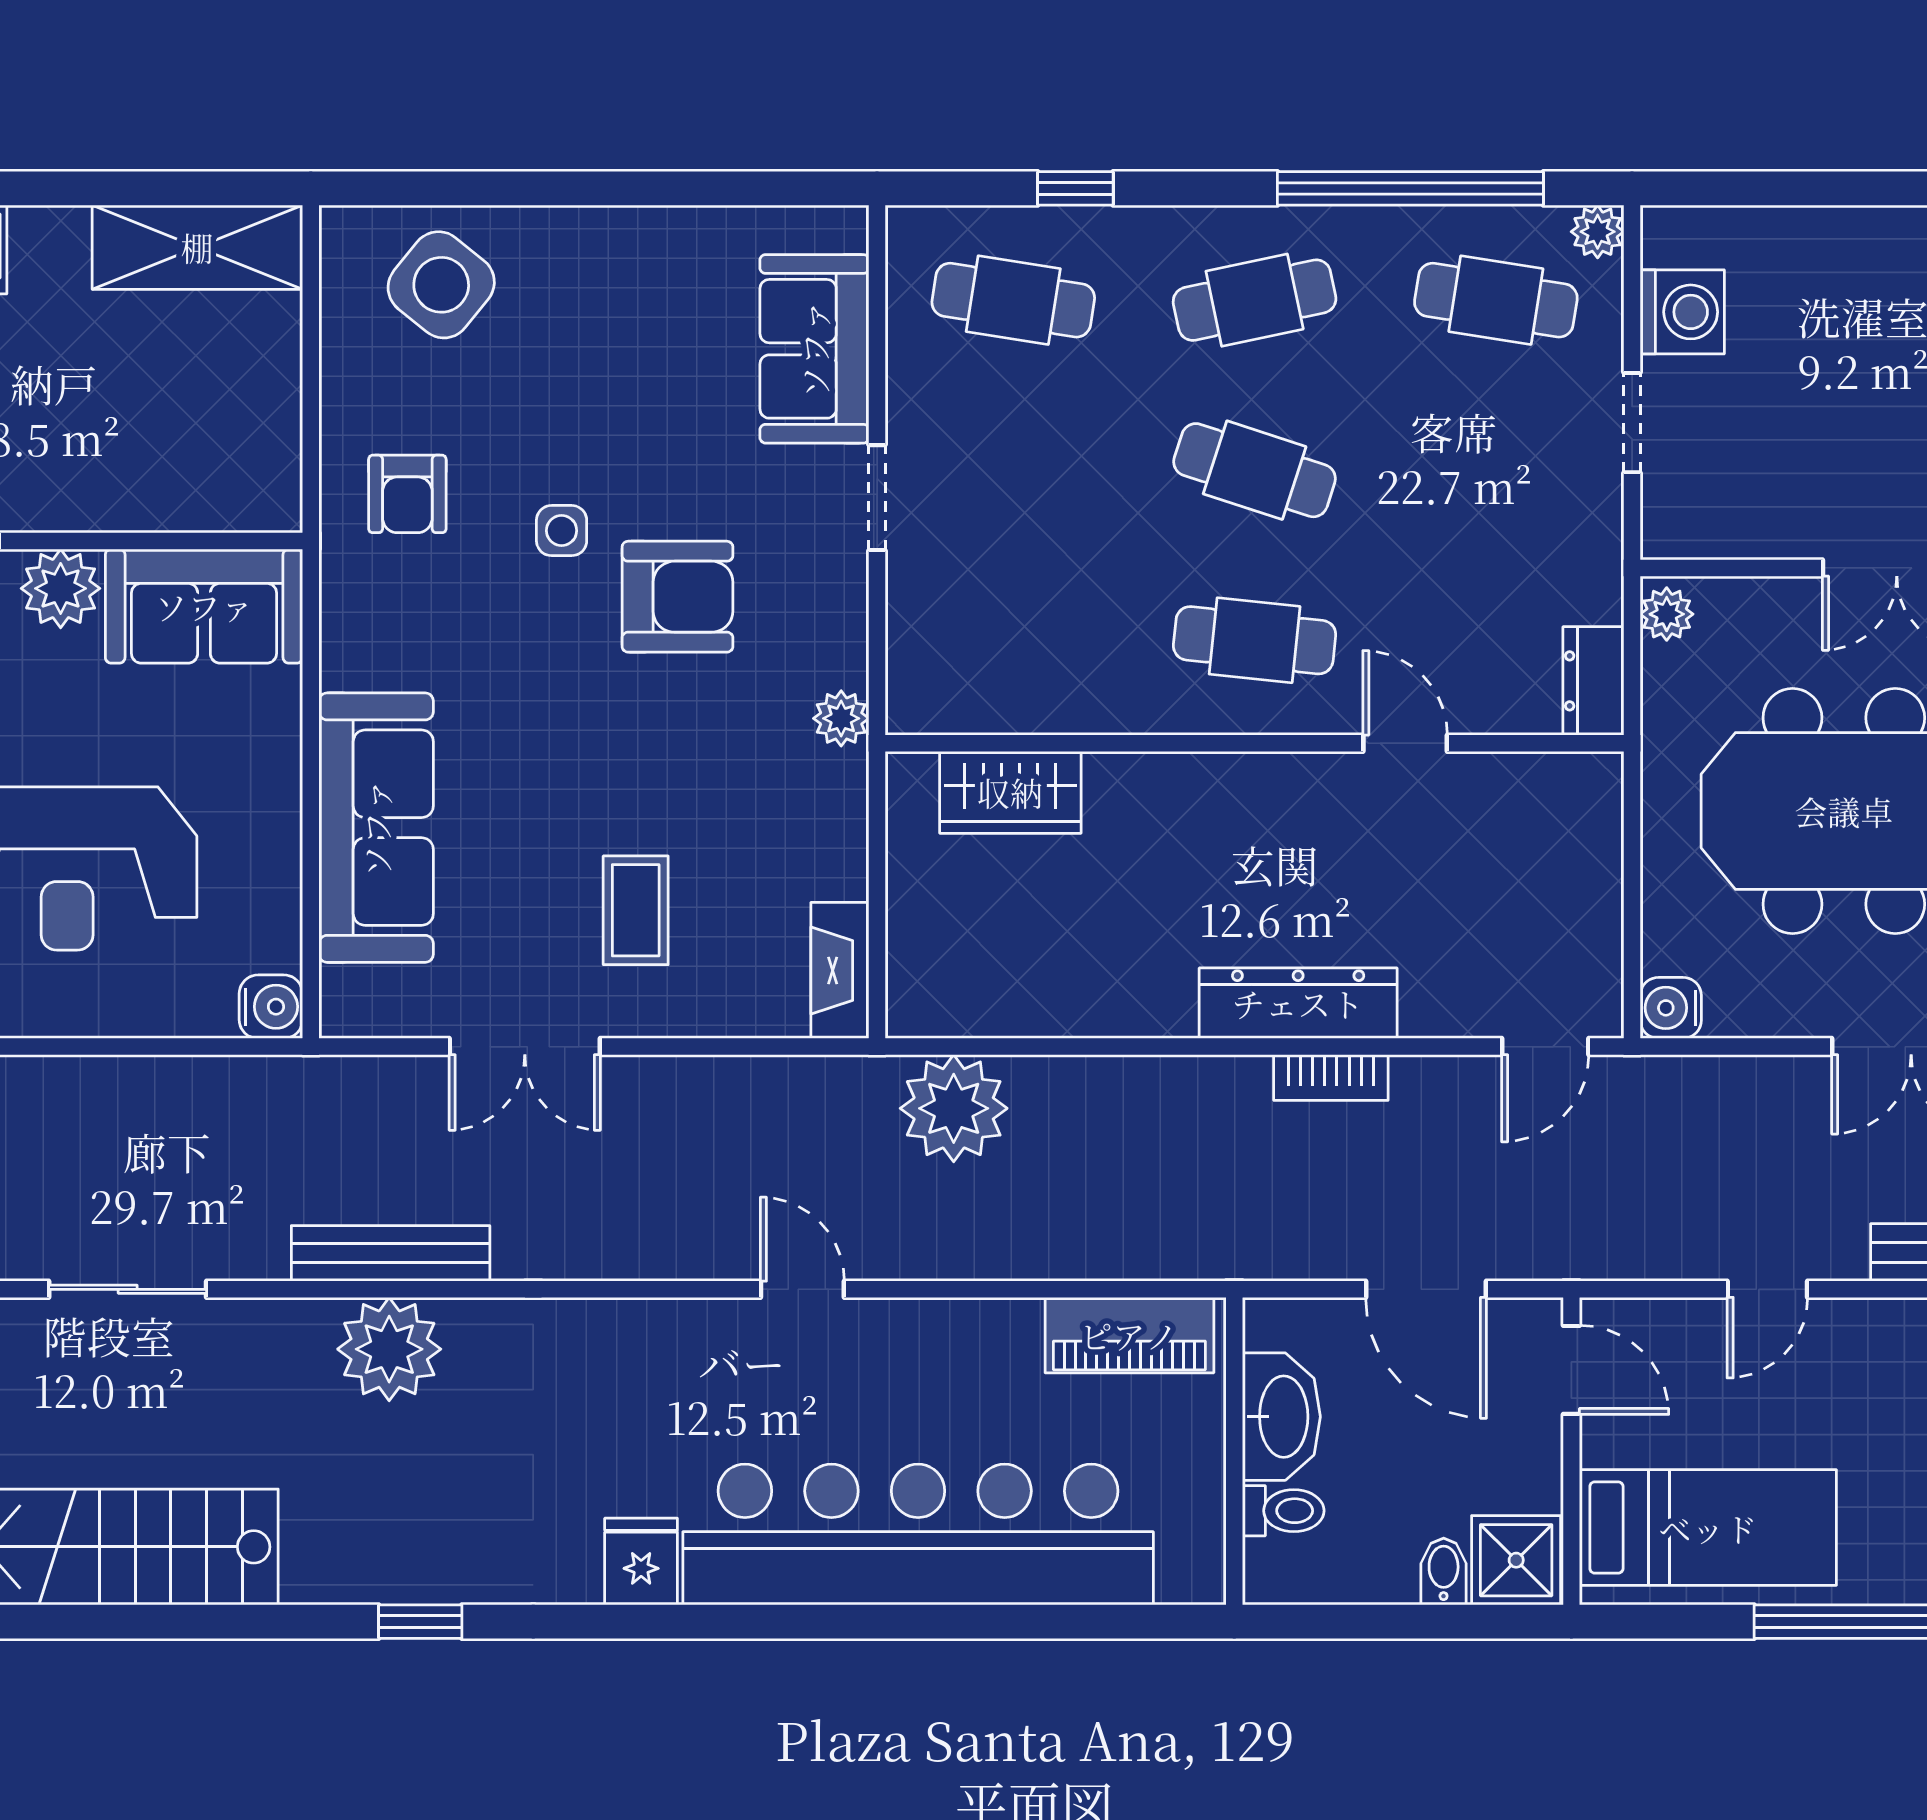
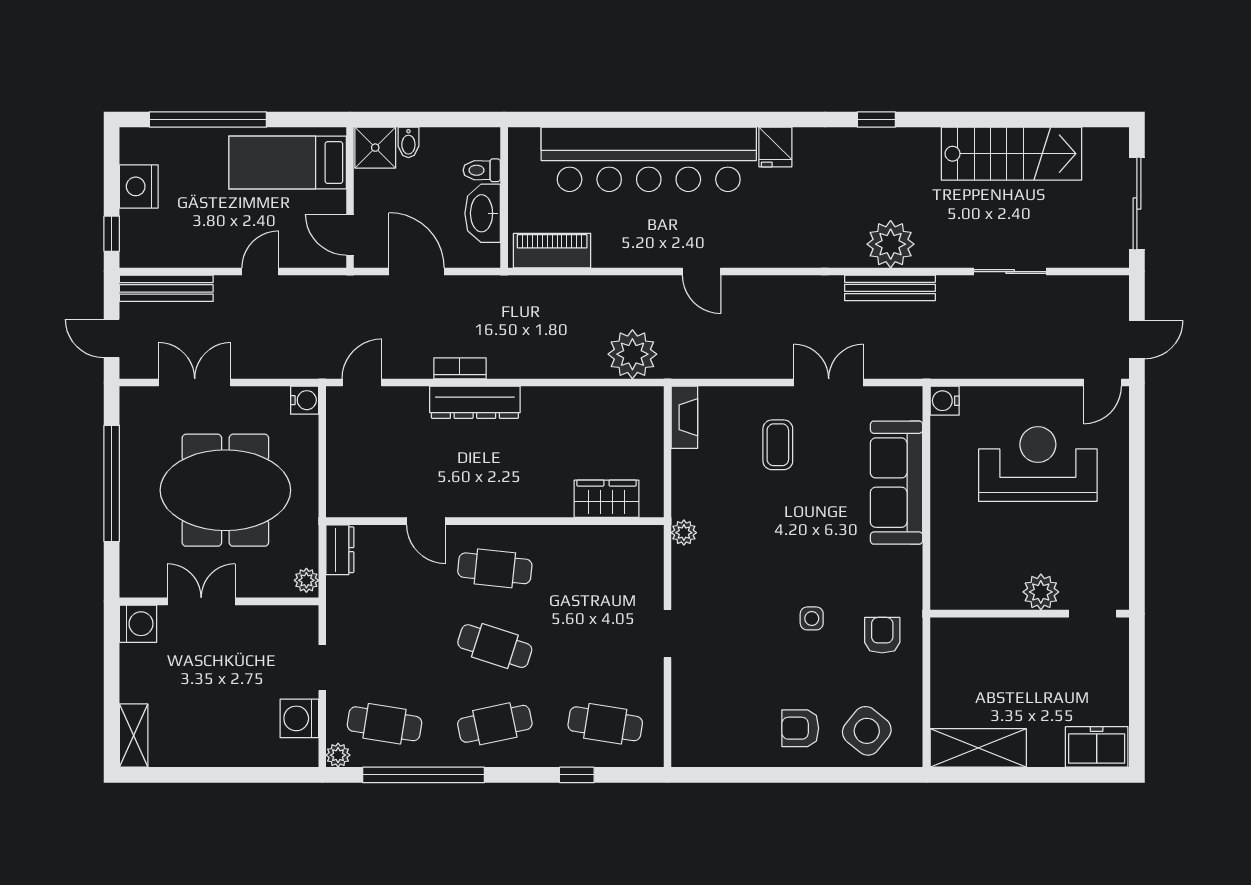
sofa: (814, 349) -> (696, 702), removed
armchair: (677, 597) -> (800, 728), moved, width x0.72, depth x0.72
sofa: (204, 606) -> (975, 584), removed

